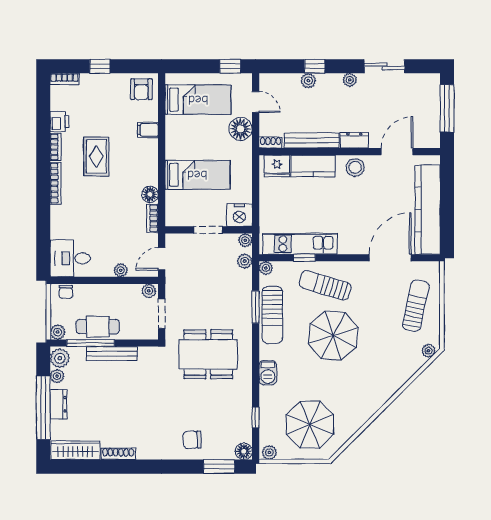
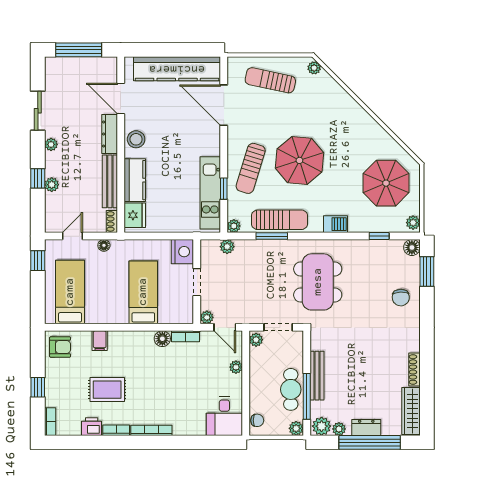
floor lamp: (240, 129) -> (104, 245), width x0.53, depth x0.53
dresser: (354, 140) -> (110, 134), width x1.44
rug: (96, 157) -> (107, 390), moved
plant: (245, 240) -> (207, 317), moved

